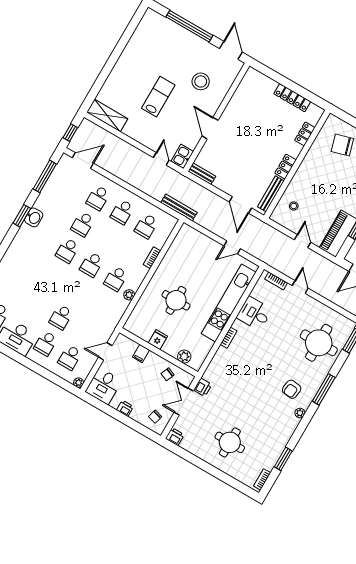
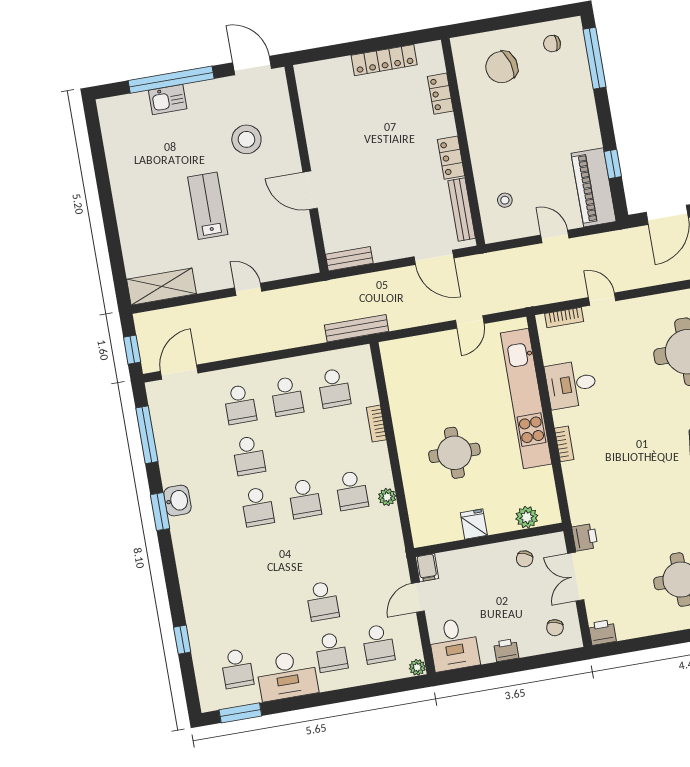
kitchen sink: (182, 156) -> (168, 100), moved, turned -90
door: (161, 159) -> (248, 289), moved
filing cabinet: (141, 354) -> (427, 568), moved

